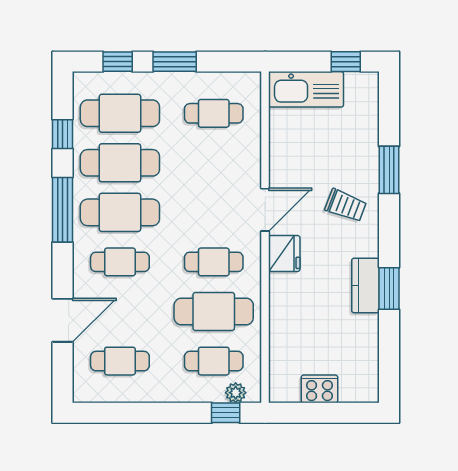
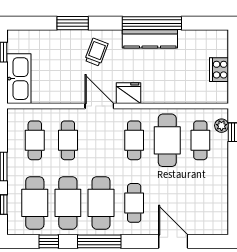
kitchen counter: (365, 286) -> (150, 39), width x1.50
window: (389, 288) -> (152, 23), width x2.11
cafe table: (120, 361) -> (68, 140), moved

